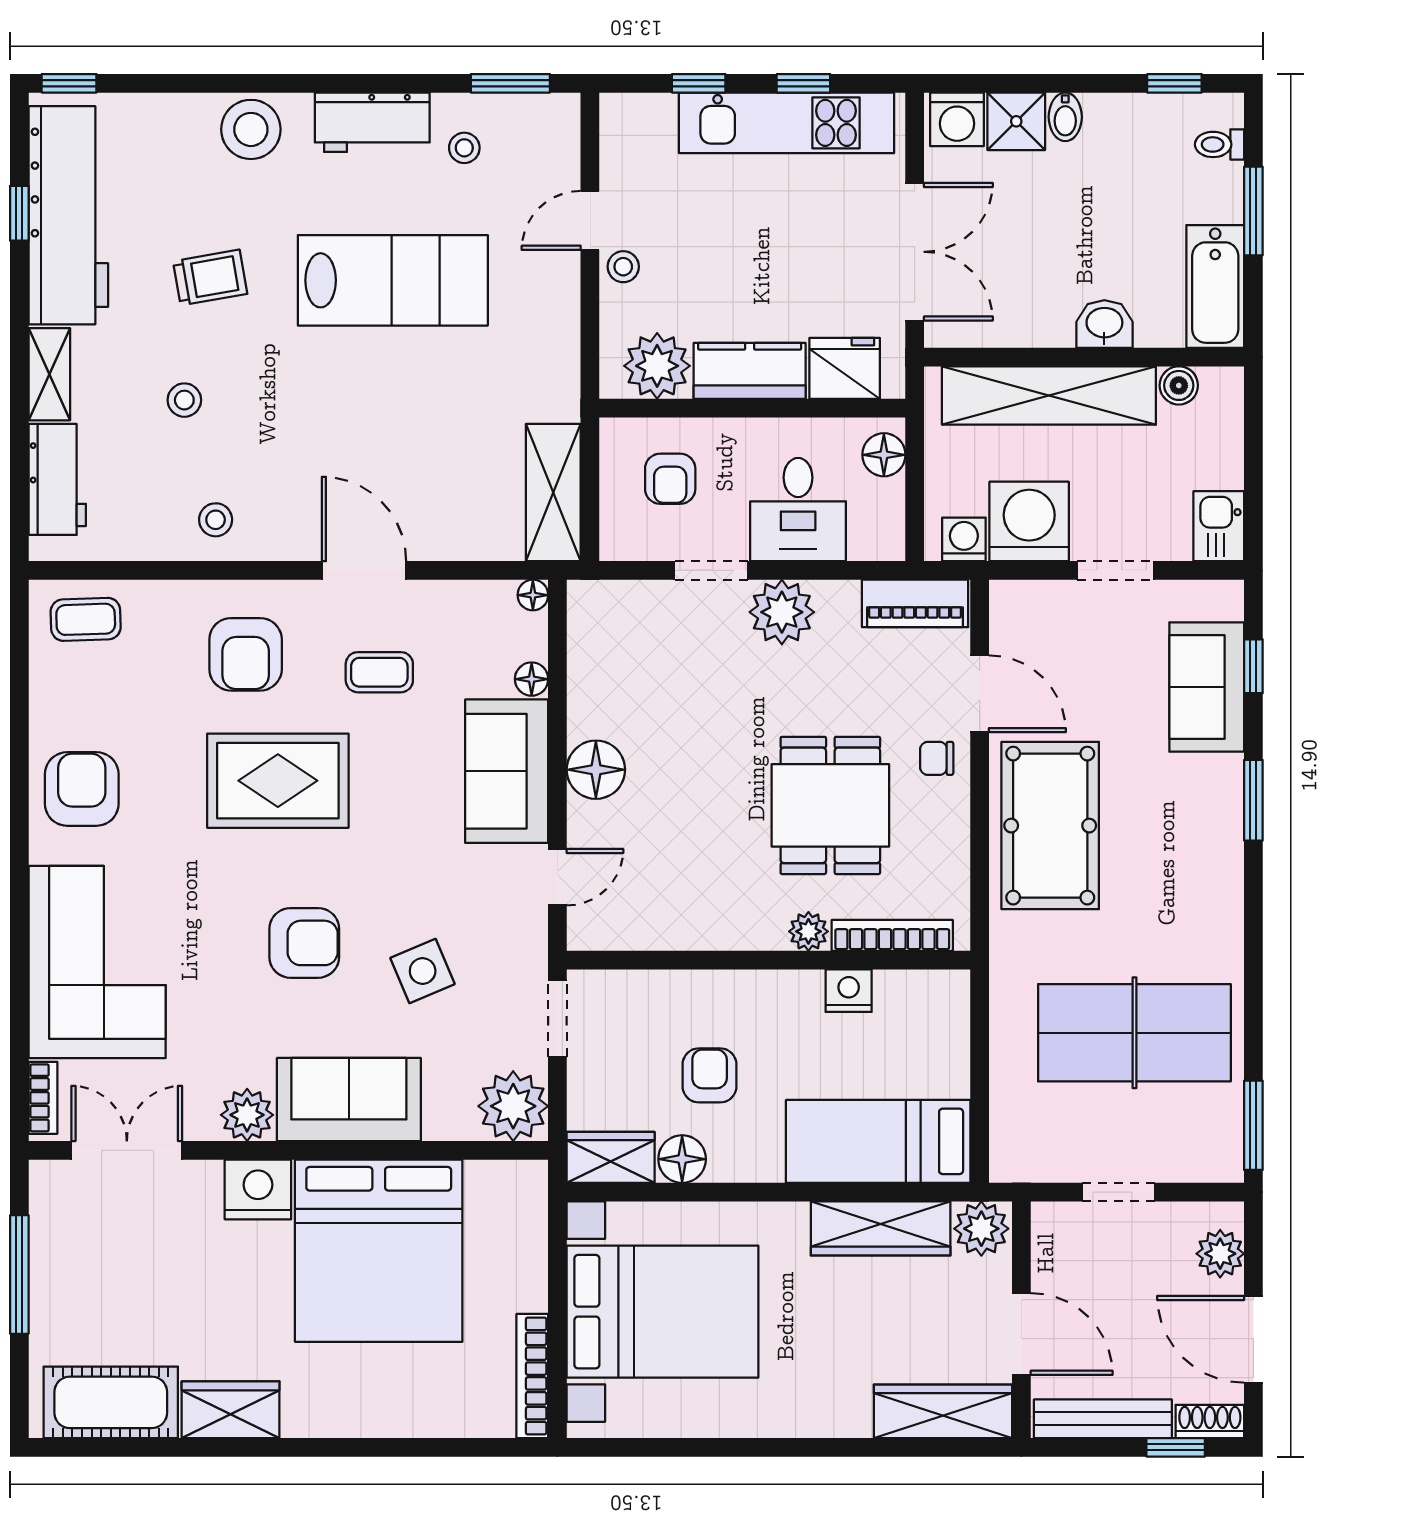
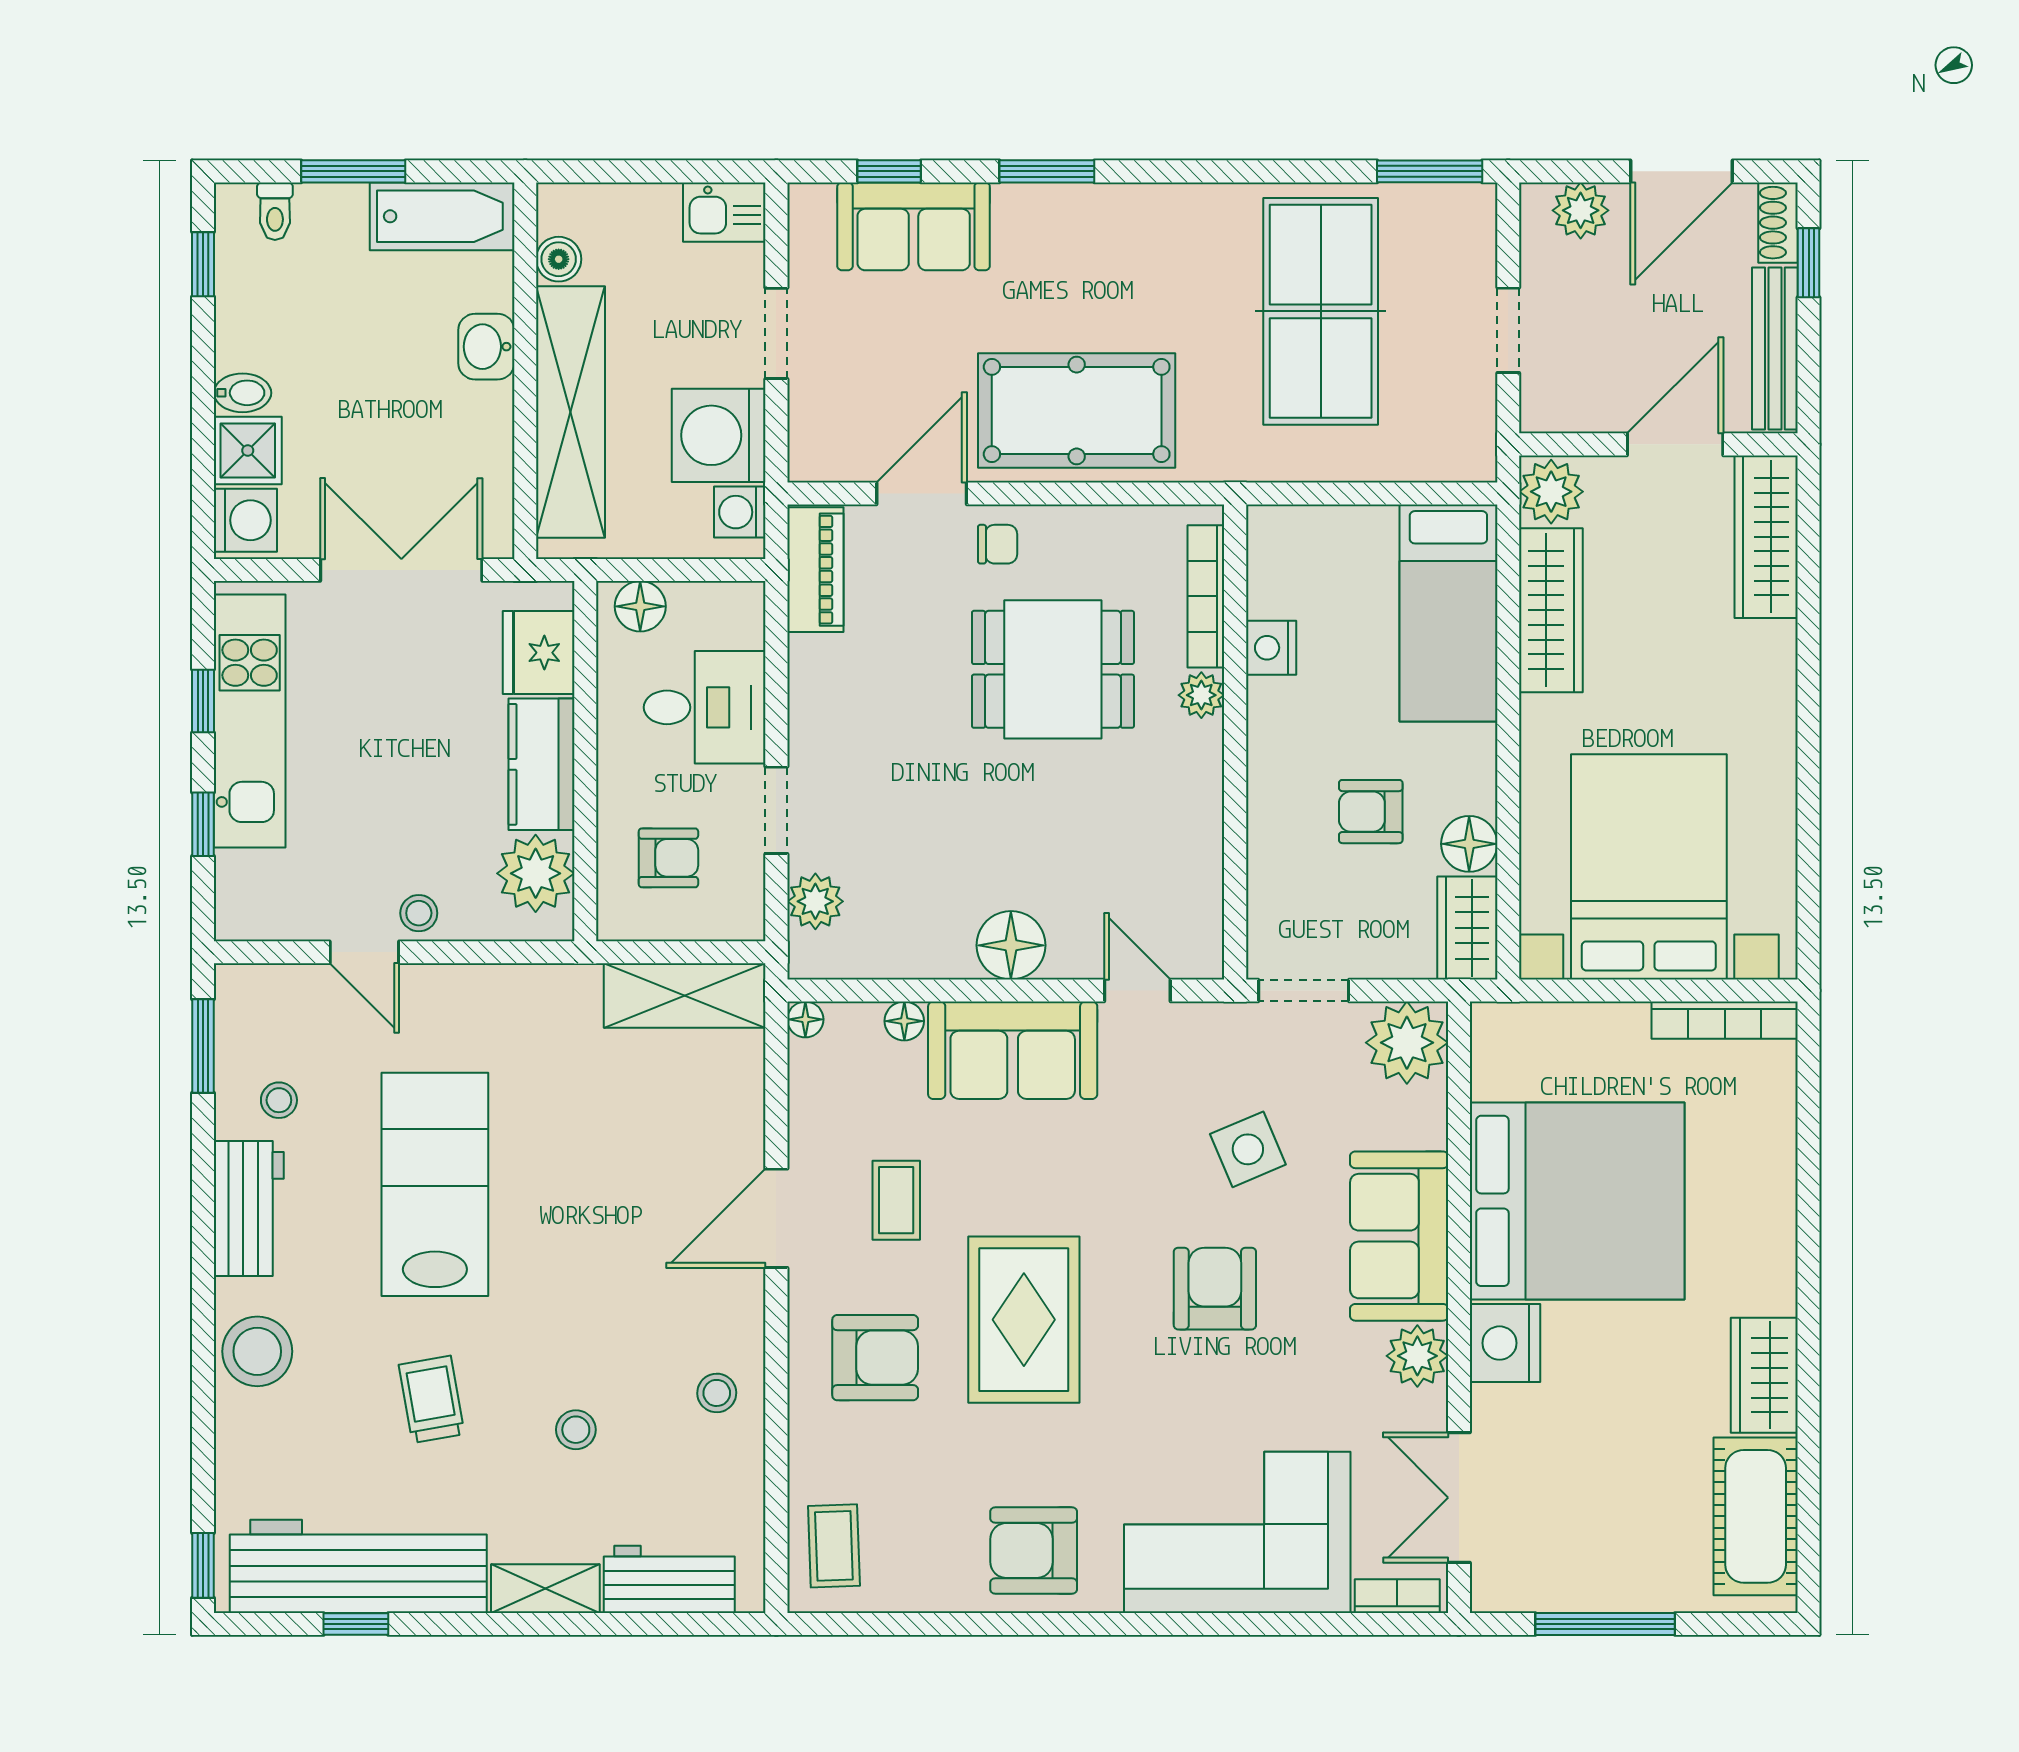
plant: (782, 612) -> (815, 901), moved, width x0.73, depth x0.73
chair: (937, 758) -> (998, 544), turned -90

